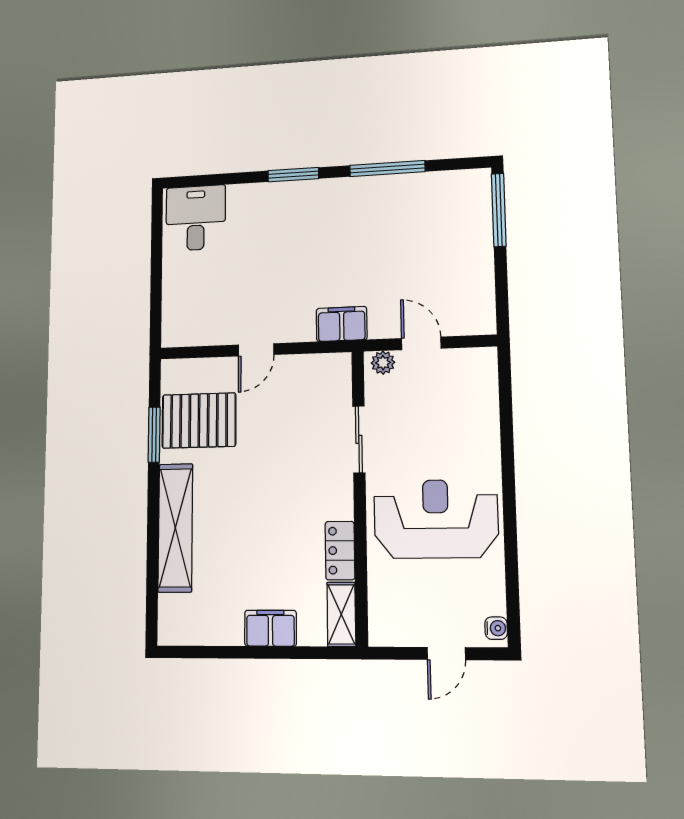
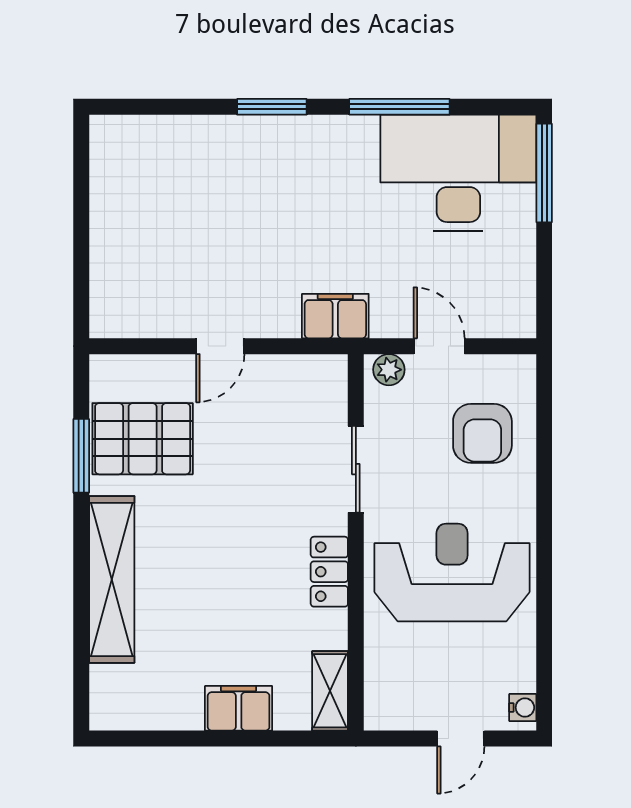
desk: (196, 218) -> (458, 173), moved, width x1.87, depth x1.30
armchair: (457, 409) -> (482, 433), added
locker: (340, 551) -> (329, 572), moved

